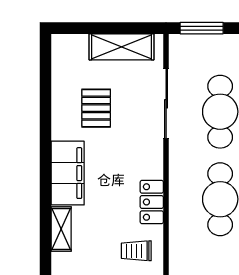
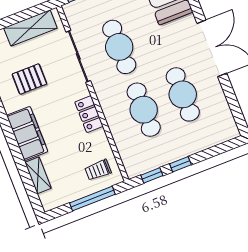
pallet: (96, 108) -> (29, 79), turned 90
locker: (152, 202) -> (89, 114), moved

